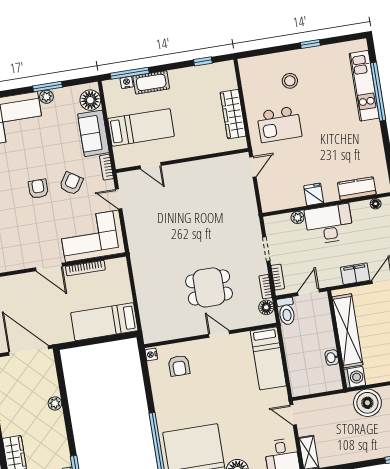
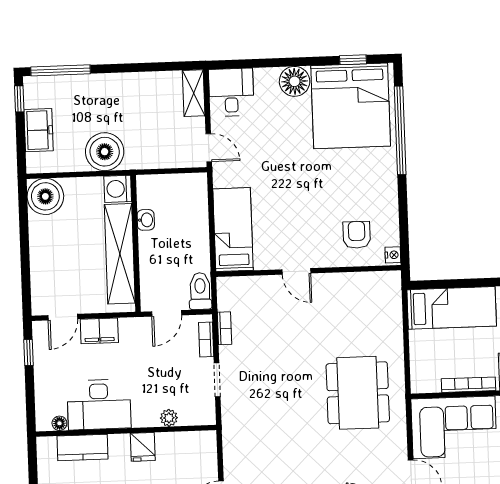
desk: (329, 224) -> (99, 405), moved
dining table: (209, 287) -> (358, 393), moved, width x1.37
floor lamp: (266, 307) -> (227, 300), removed

